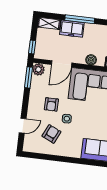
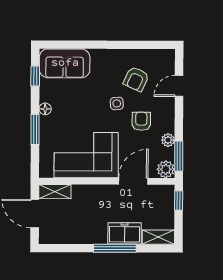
boiler: (91, 60) -> (92, 192), removed
plant: (35, 89) -> (168, 140), added

